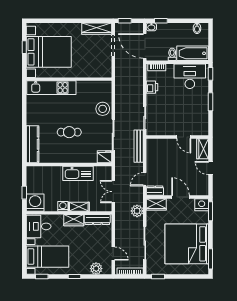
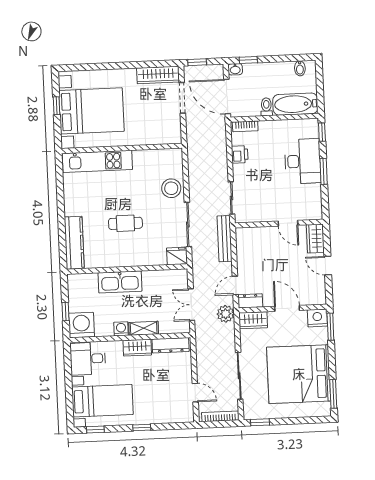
desk: (190, 76) -> (303, 161), moved, turned 90
kitchen sink: (78, 173) -> (120, 282), moved
plant: (137, 211) -> (226, 314), moved
plant: (96, 269) -> (172, 415), removed

